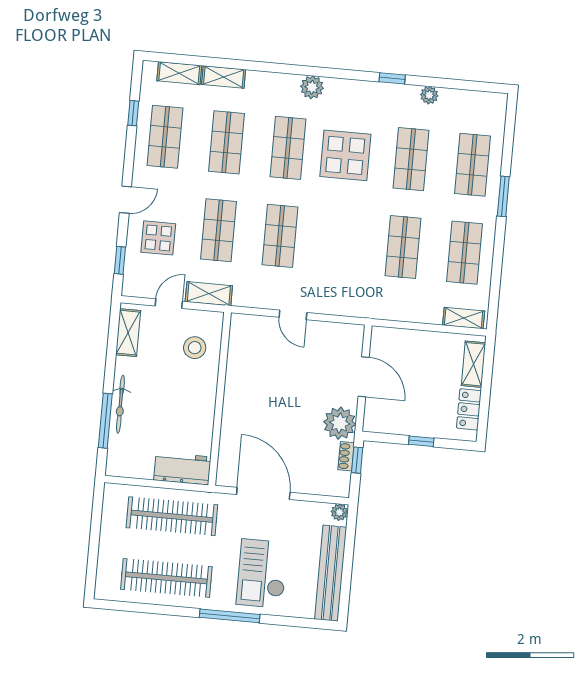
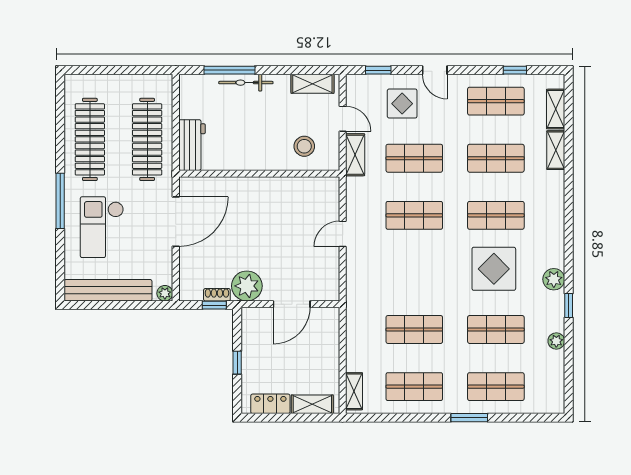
plant: (312, 87) -> (554, 279), moved
checkout: (262, 574) -> (102, 227), turned -90

